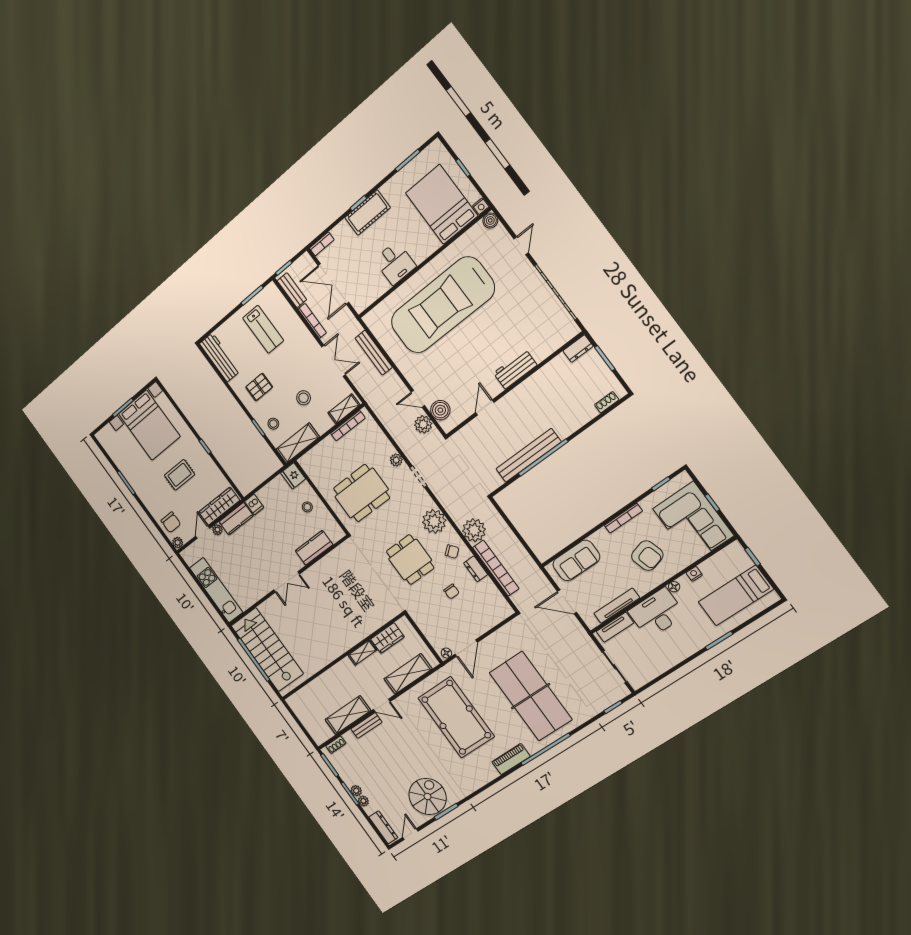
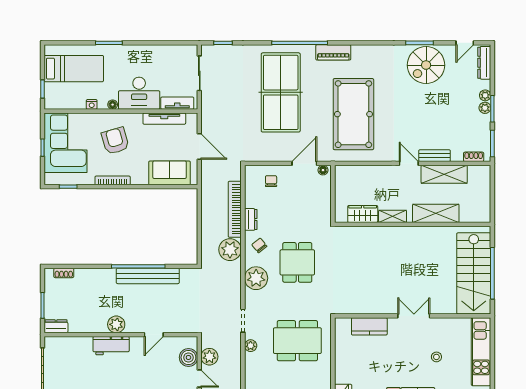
plant: (525, 391) -> (116, 324), added
stool: (307, 507) -> (436, 357), moved
chair: (452, 591) -> (271, 181), moved
shelving: (408, 674) -> (436, 213), moved

